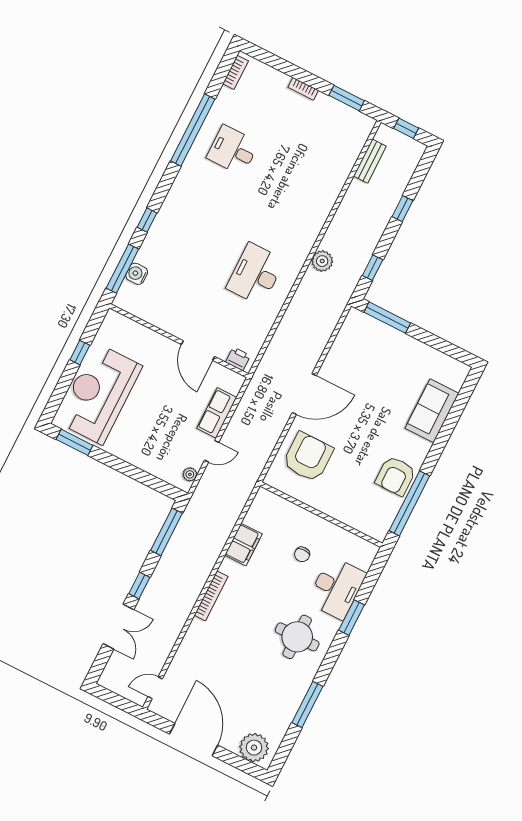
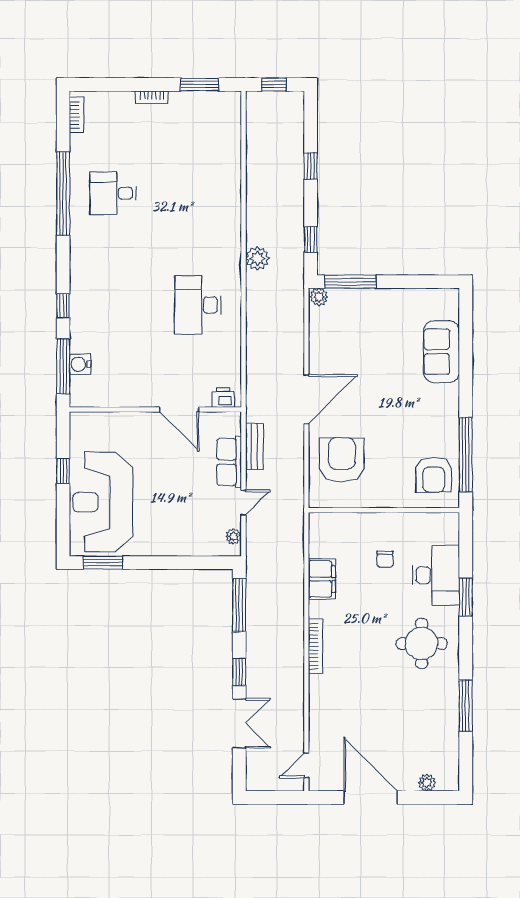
bench: (370, 161) -> (254, 446), moved
plant: (356, 317) -> (319, 297), added
armchair: (396, 476) -> (434, 475), moved
plant: (254, 748) -> (427, 783), width x0.53, depth x0.53

